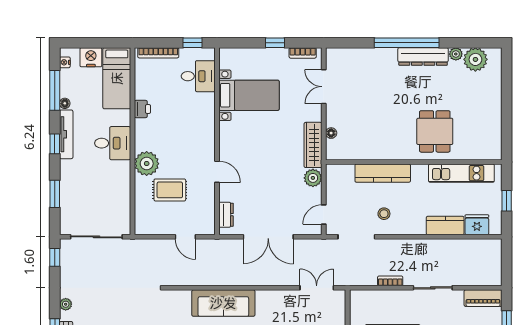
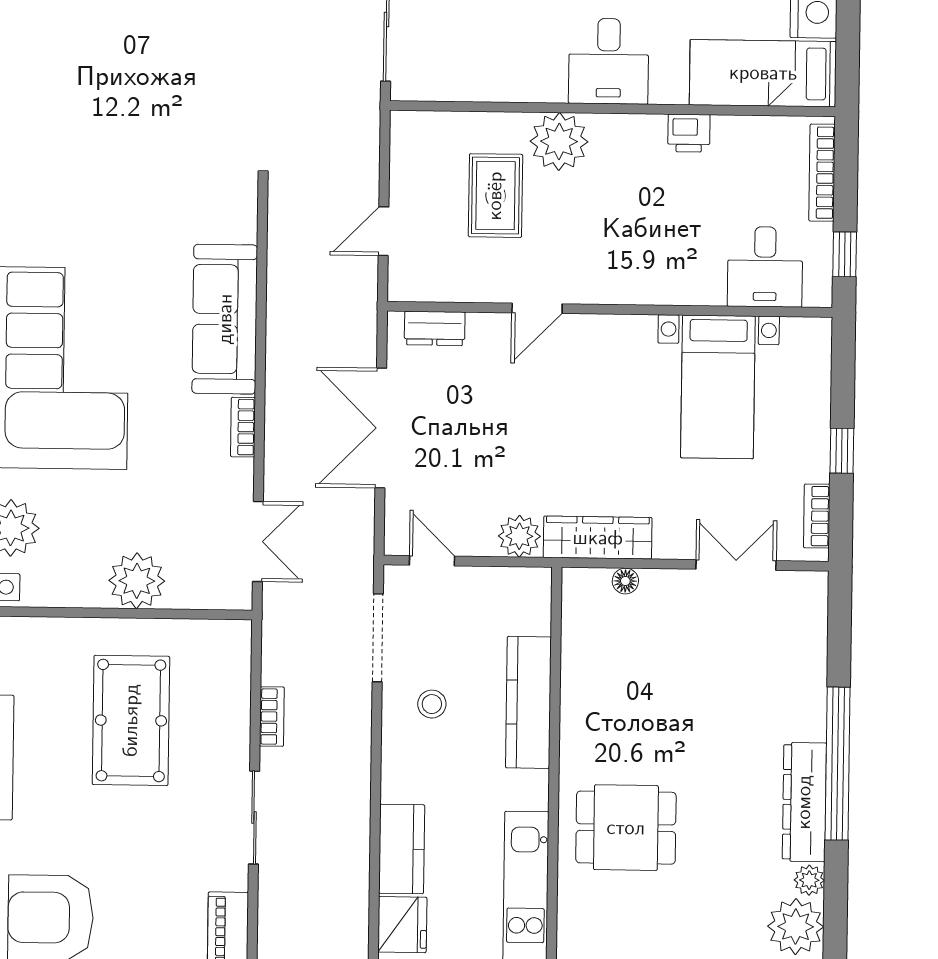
bookcase: (269, 295) -> (243, 427), added

